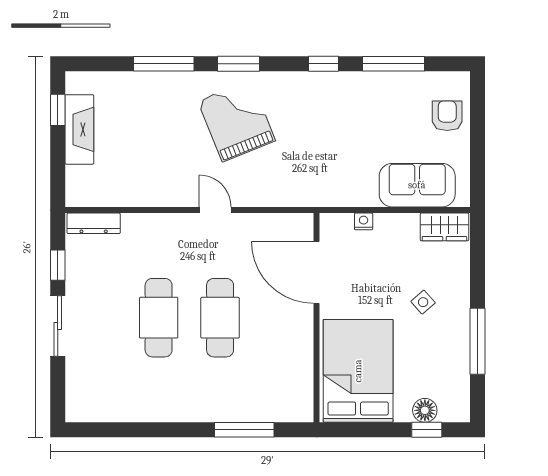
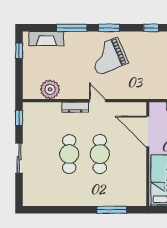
grand piano: (237, 121) -> (108, 56), turned -91
fireplace: (79, 129) -> (46, 39), moved, turned 90
plant: (120, 188) -> (50, 89), added
dresser: (94, 223) -> (75, 107), moved
window: (58, 265) -> (19, 118), moved

